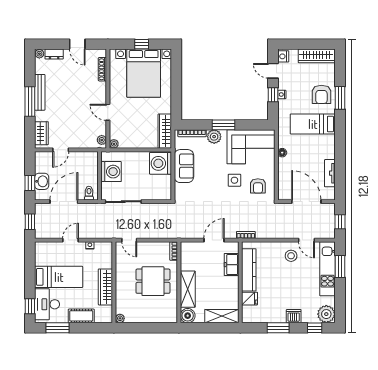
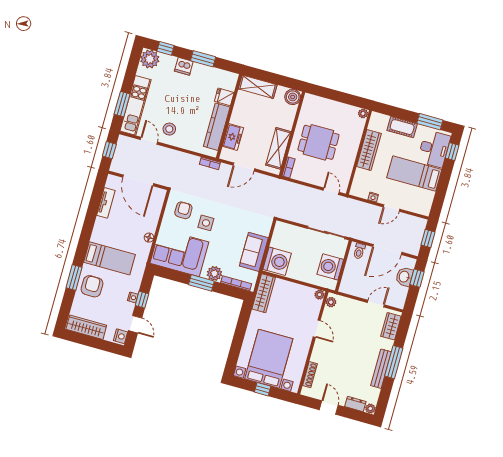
shelving: (188, 289) -> (278, 148), moved

